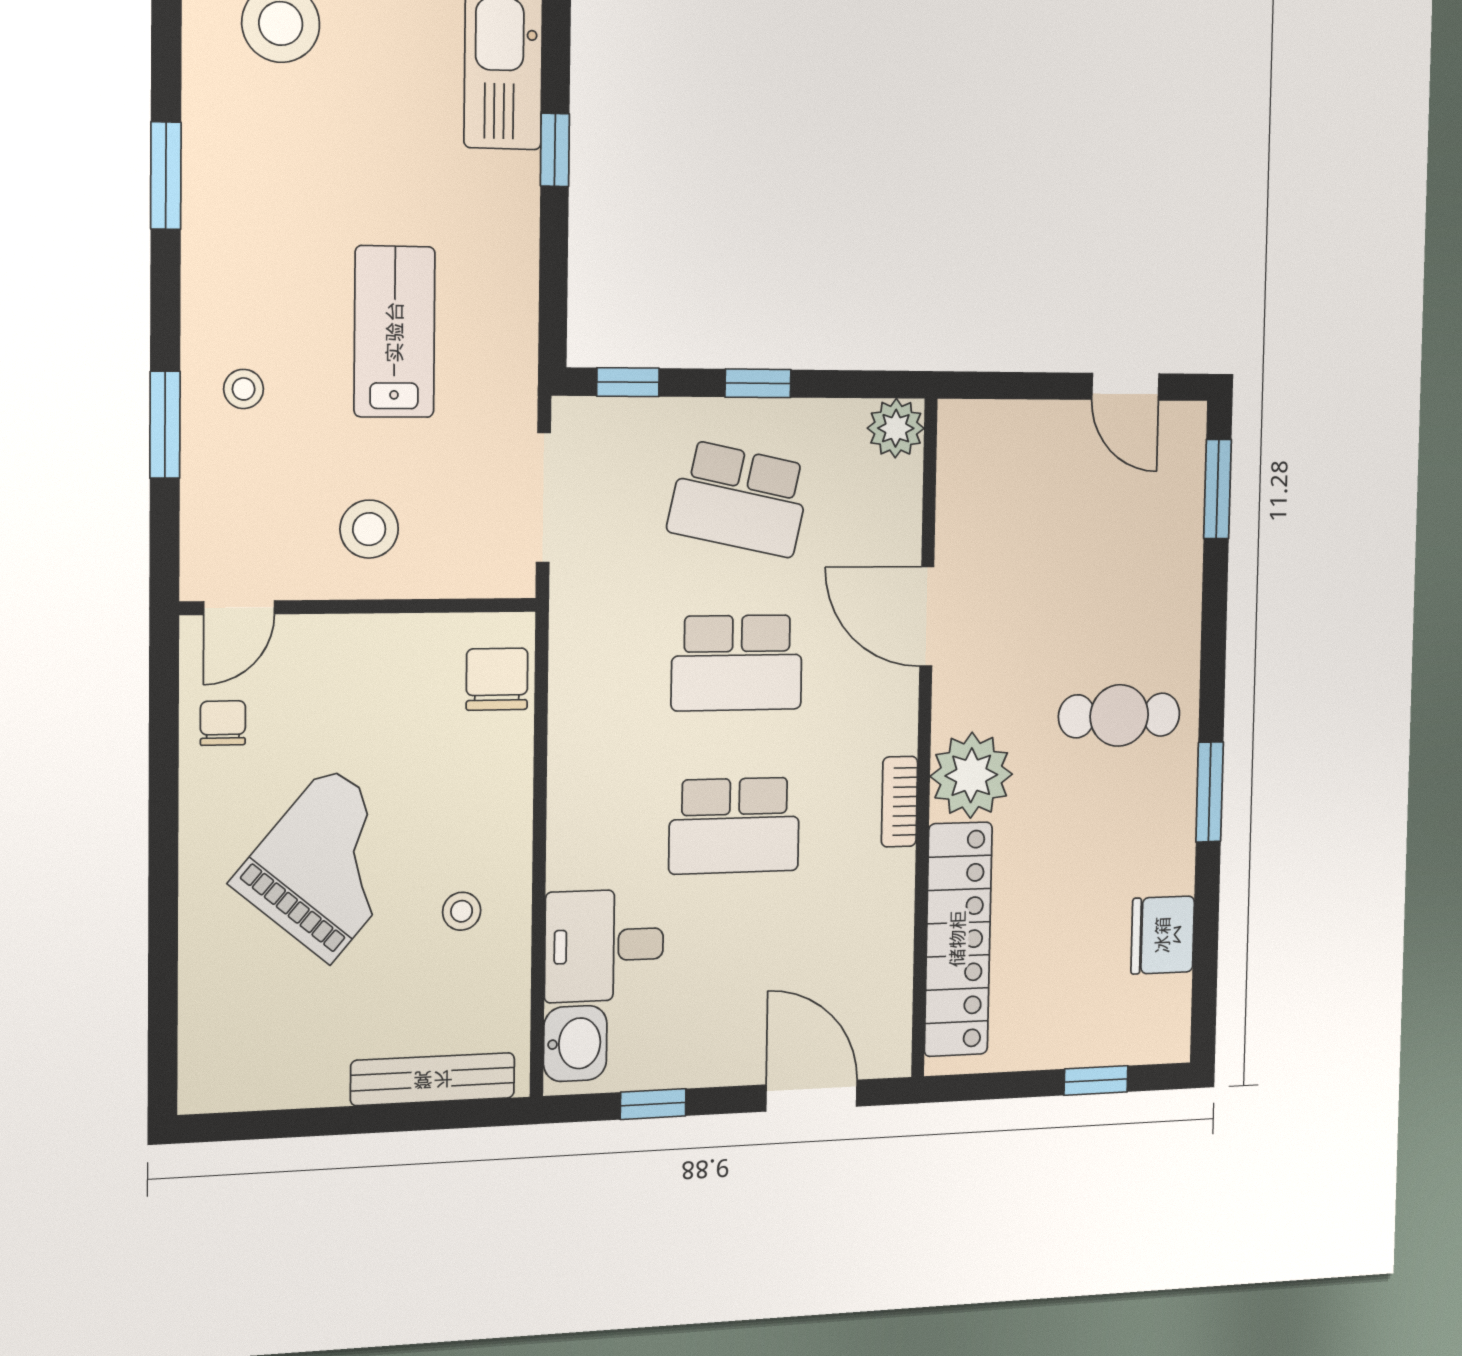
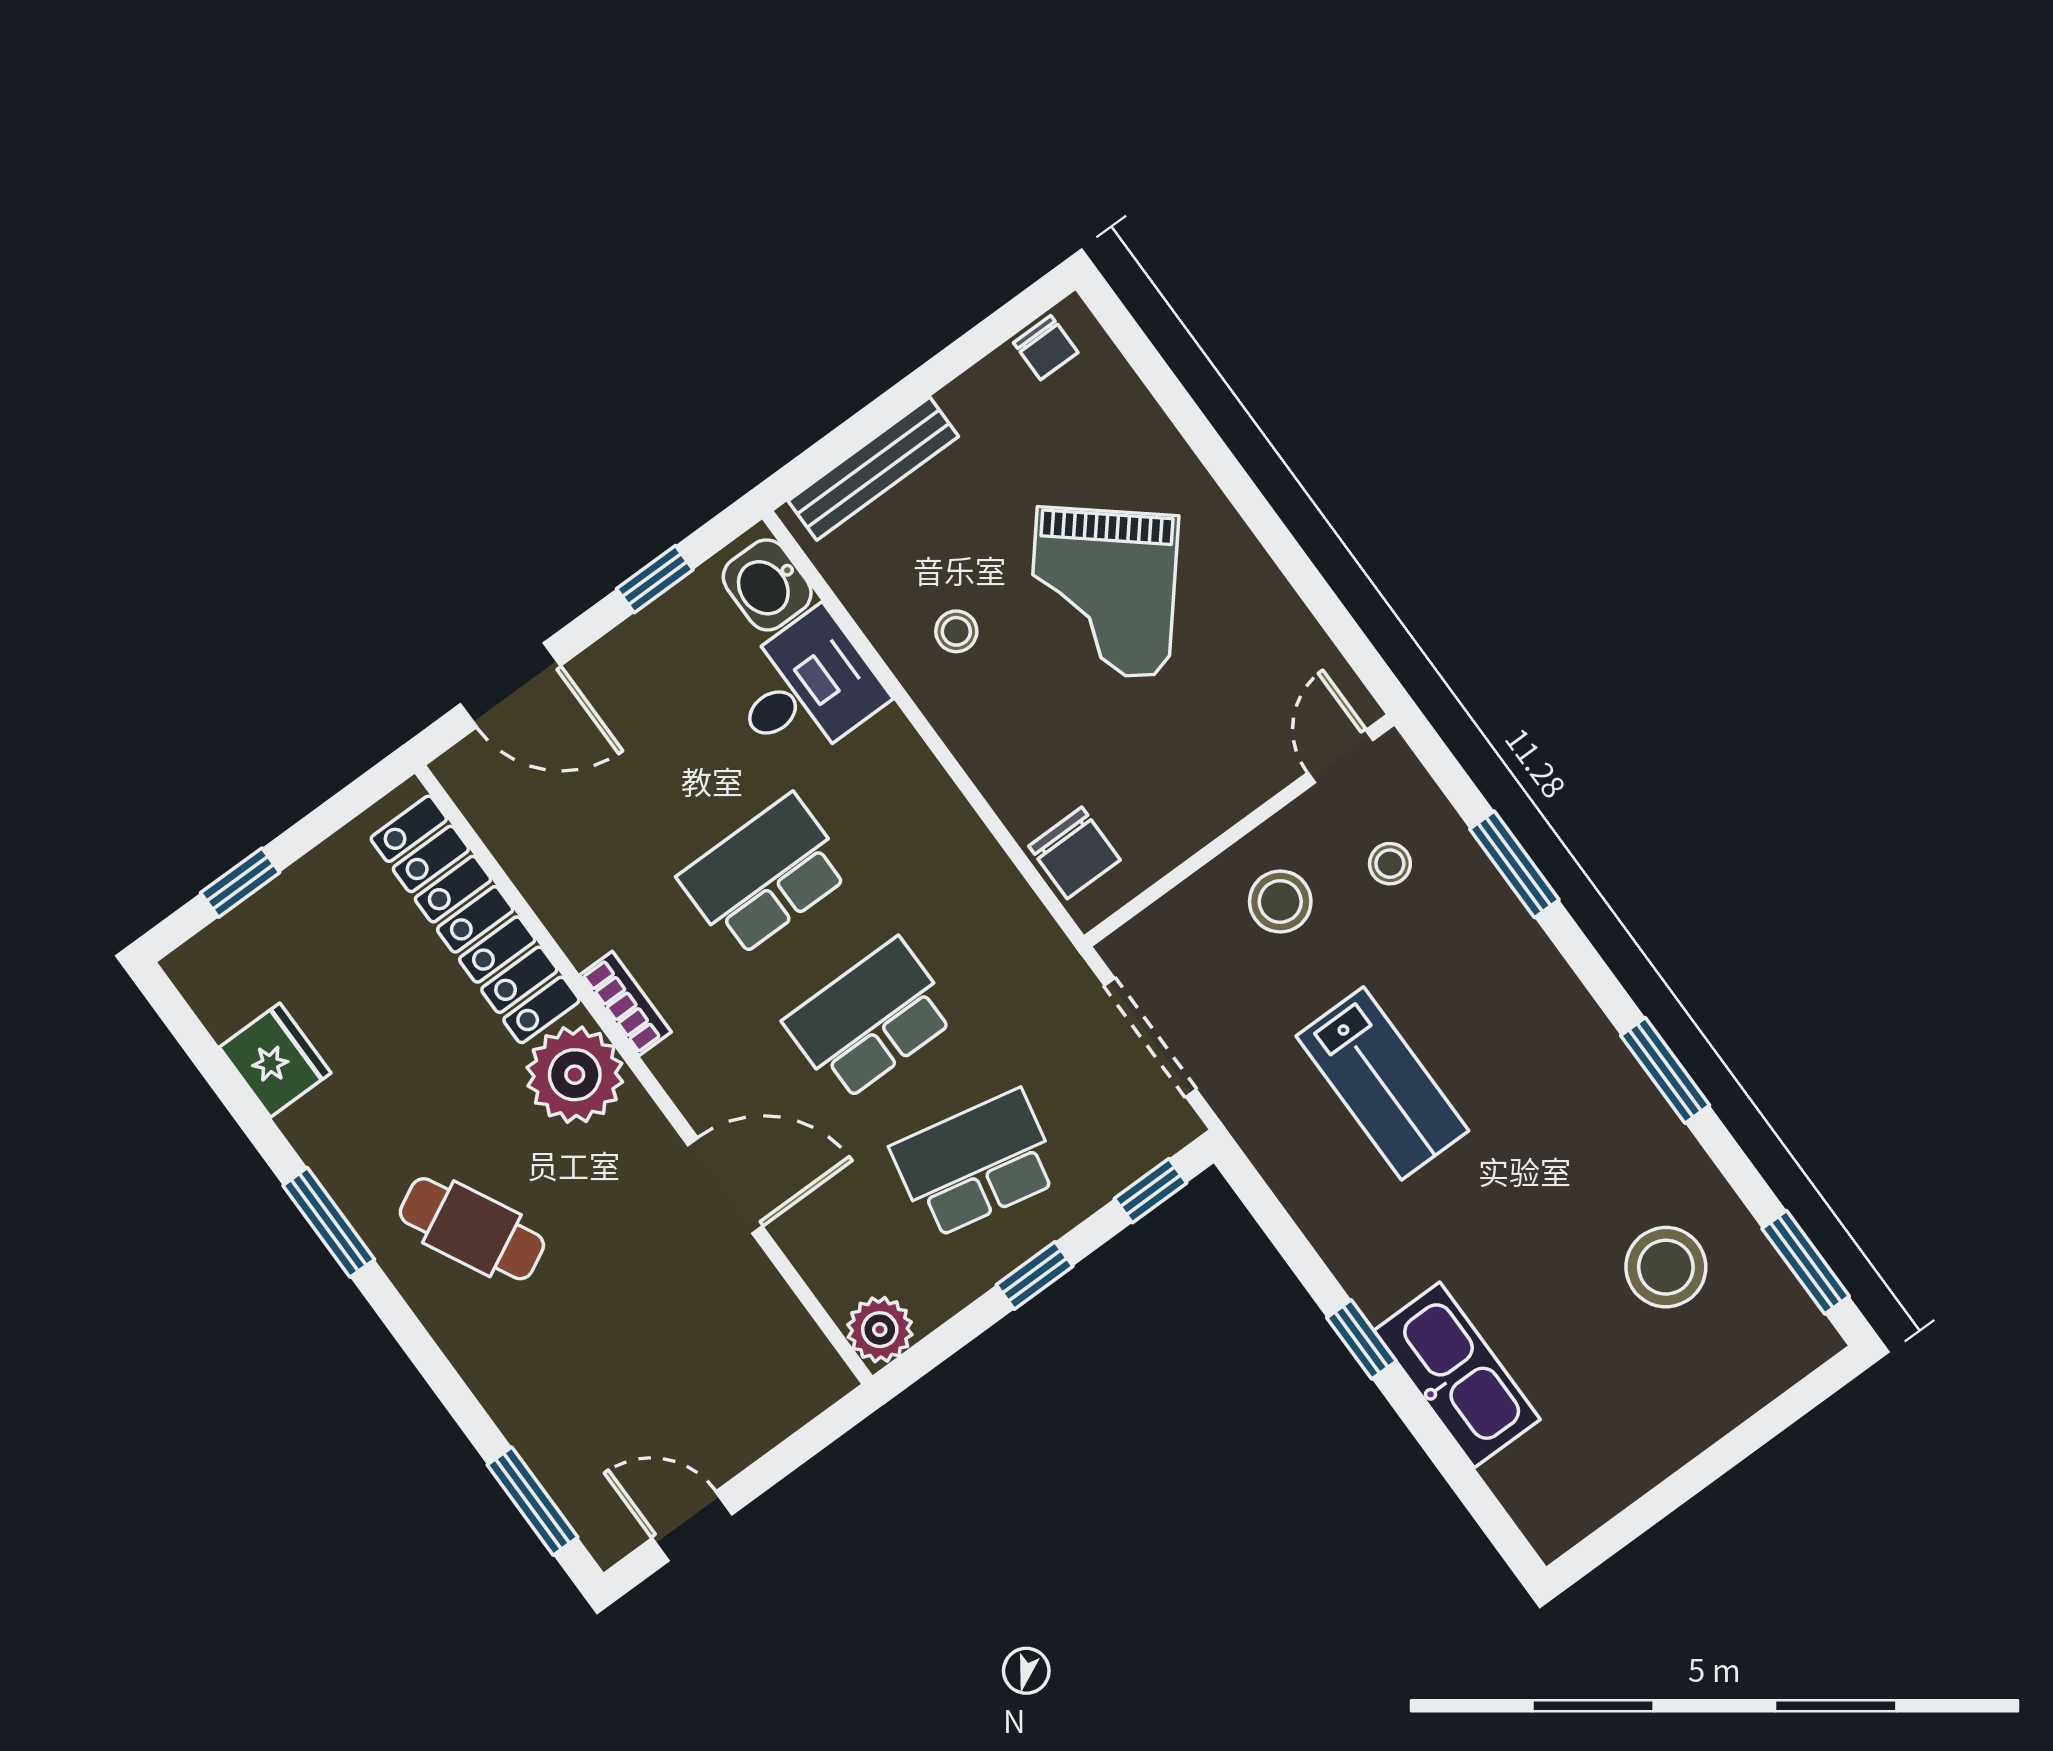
stool: (244, 389) -> (1390, 864), moved
cafe table: (1119, 715) -> (472, 1229), turned 63
chair: (223, 723) -> (1046, 348), moved

